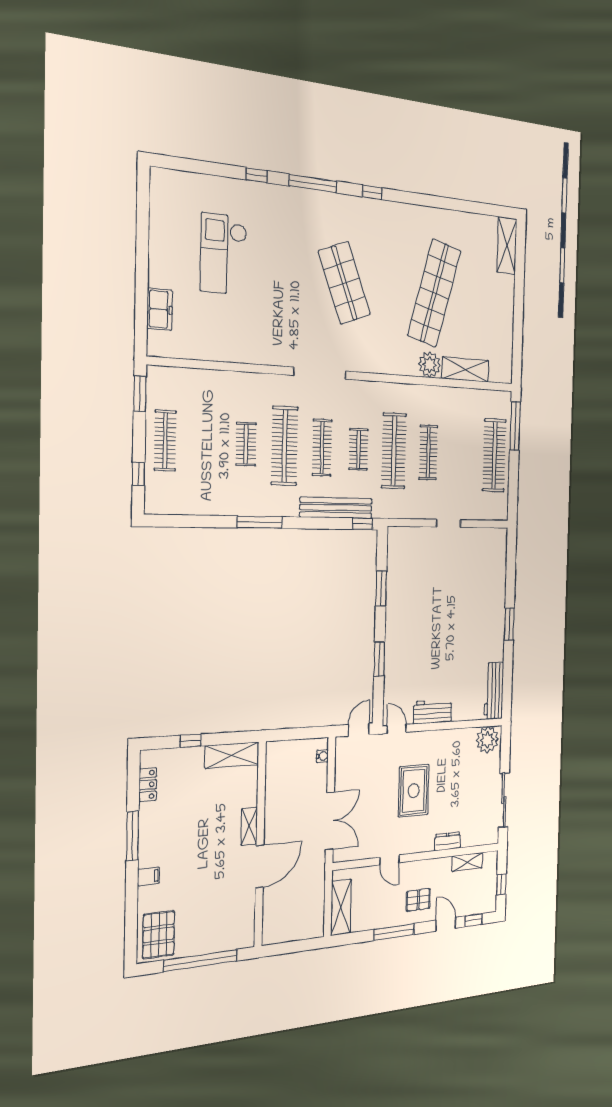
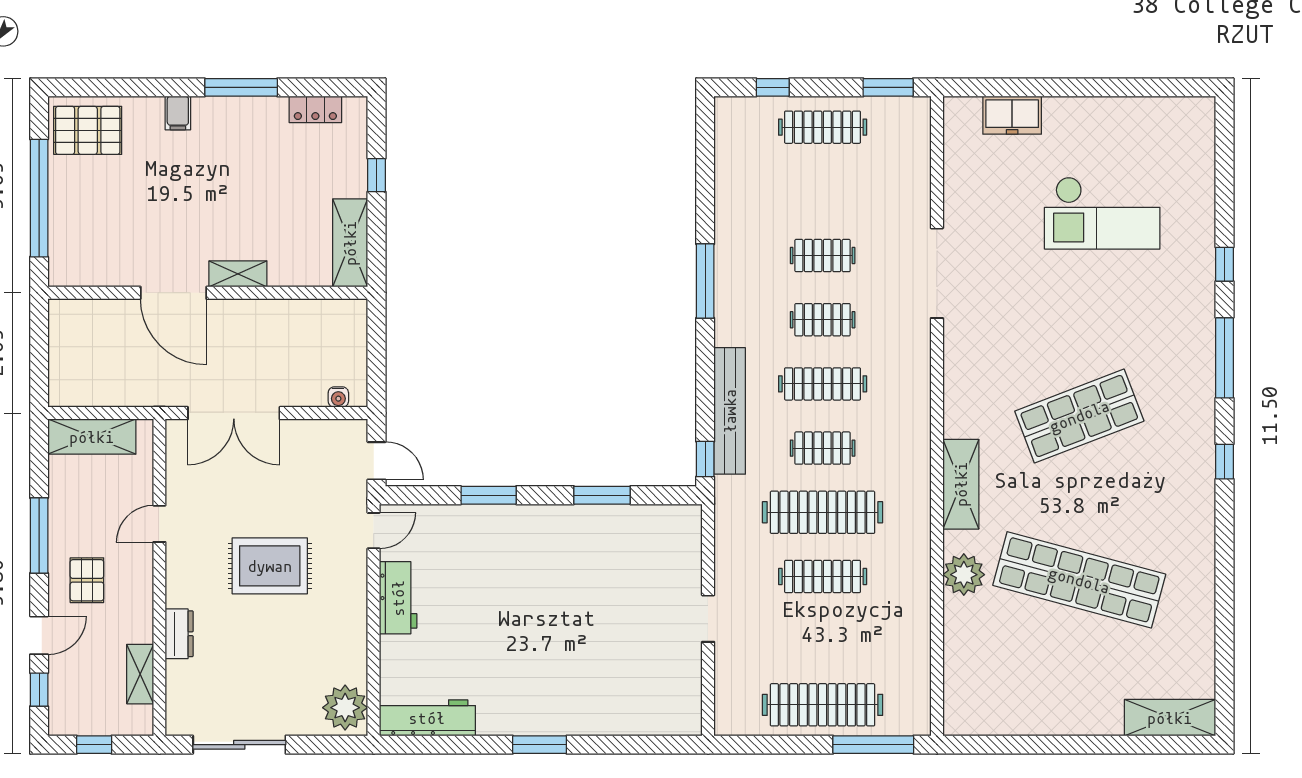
checkout: (223, 254) -> (1102, 213), turned 180
shelving: (465, 369) -> (961, 484), moved
doorway: (320, 373) -> (937, 273), moved
clothes rail: (285, 446) -> (823, 320), width x0.54, depth x0.76

